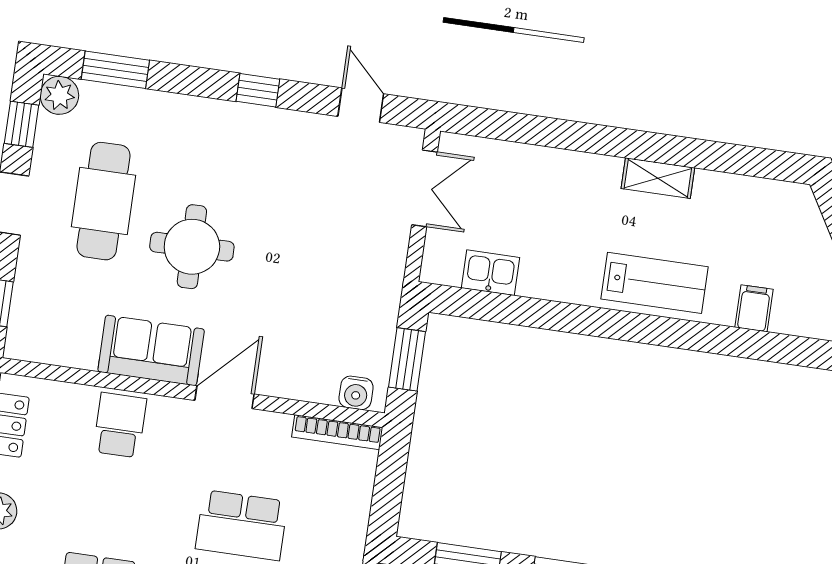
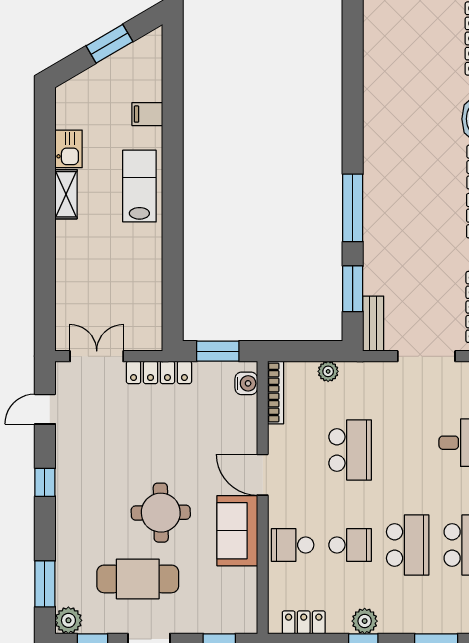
locker: (389, 273) -> (159, 372), added
kitchen sink: (490, 273) -> (69, 149), moved, turned 180
school desk: (108, 506) -> (350, 545), added
plant: (356, 510) -> (328, 371), added

